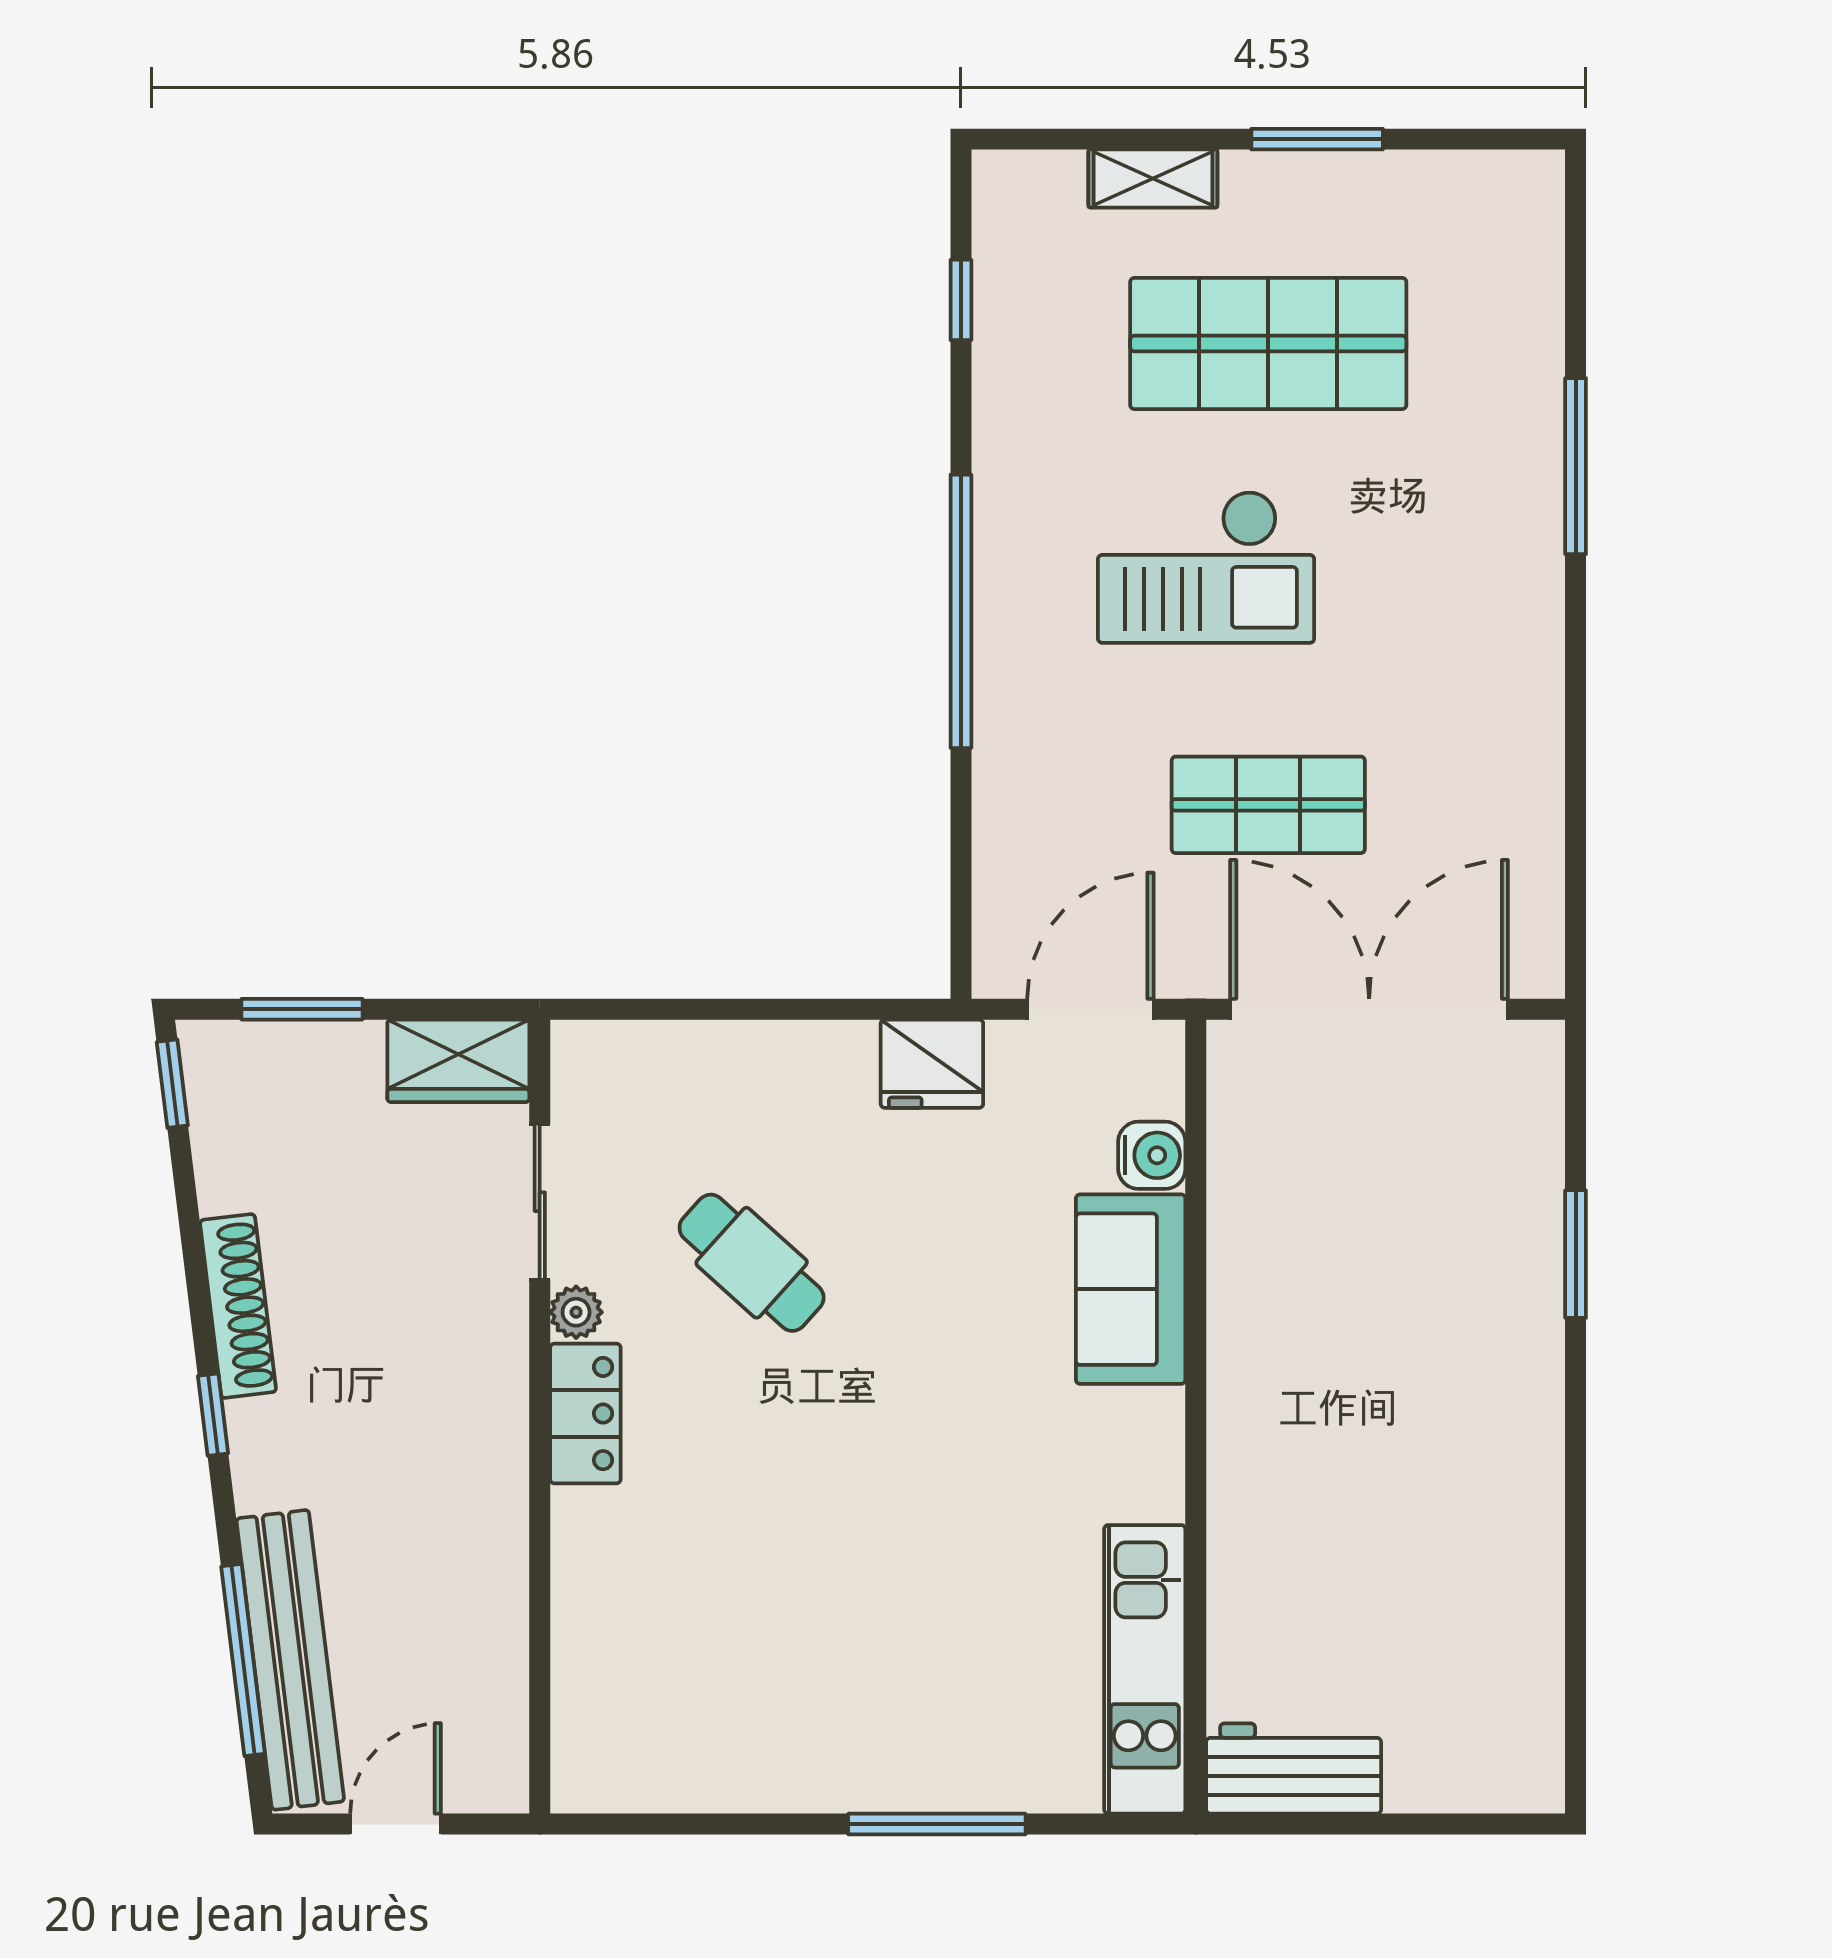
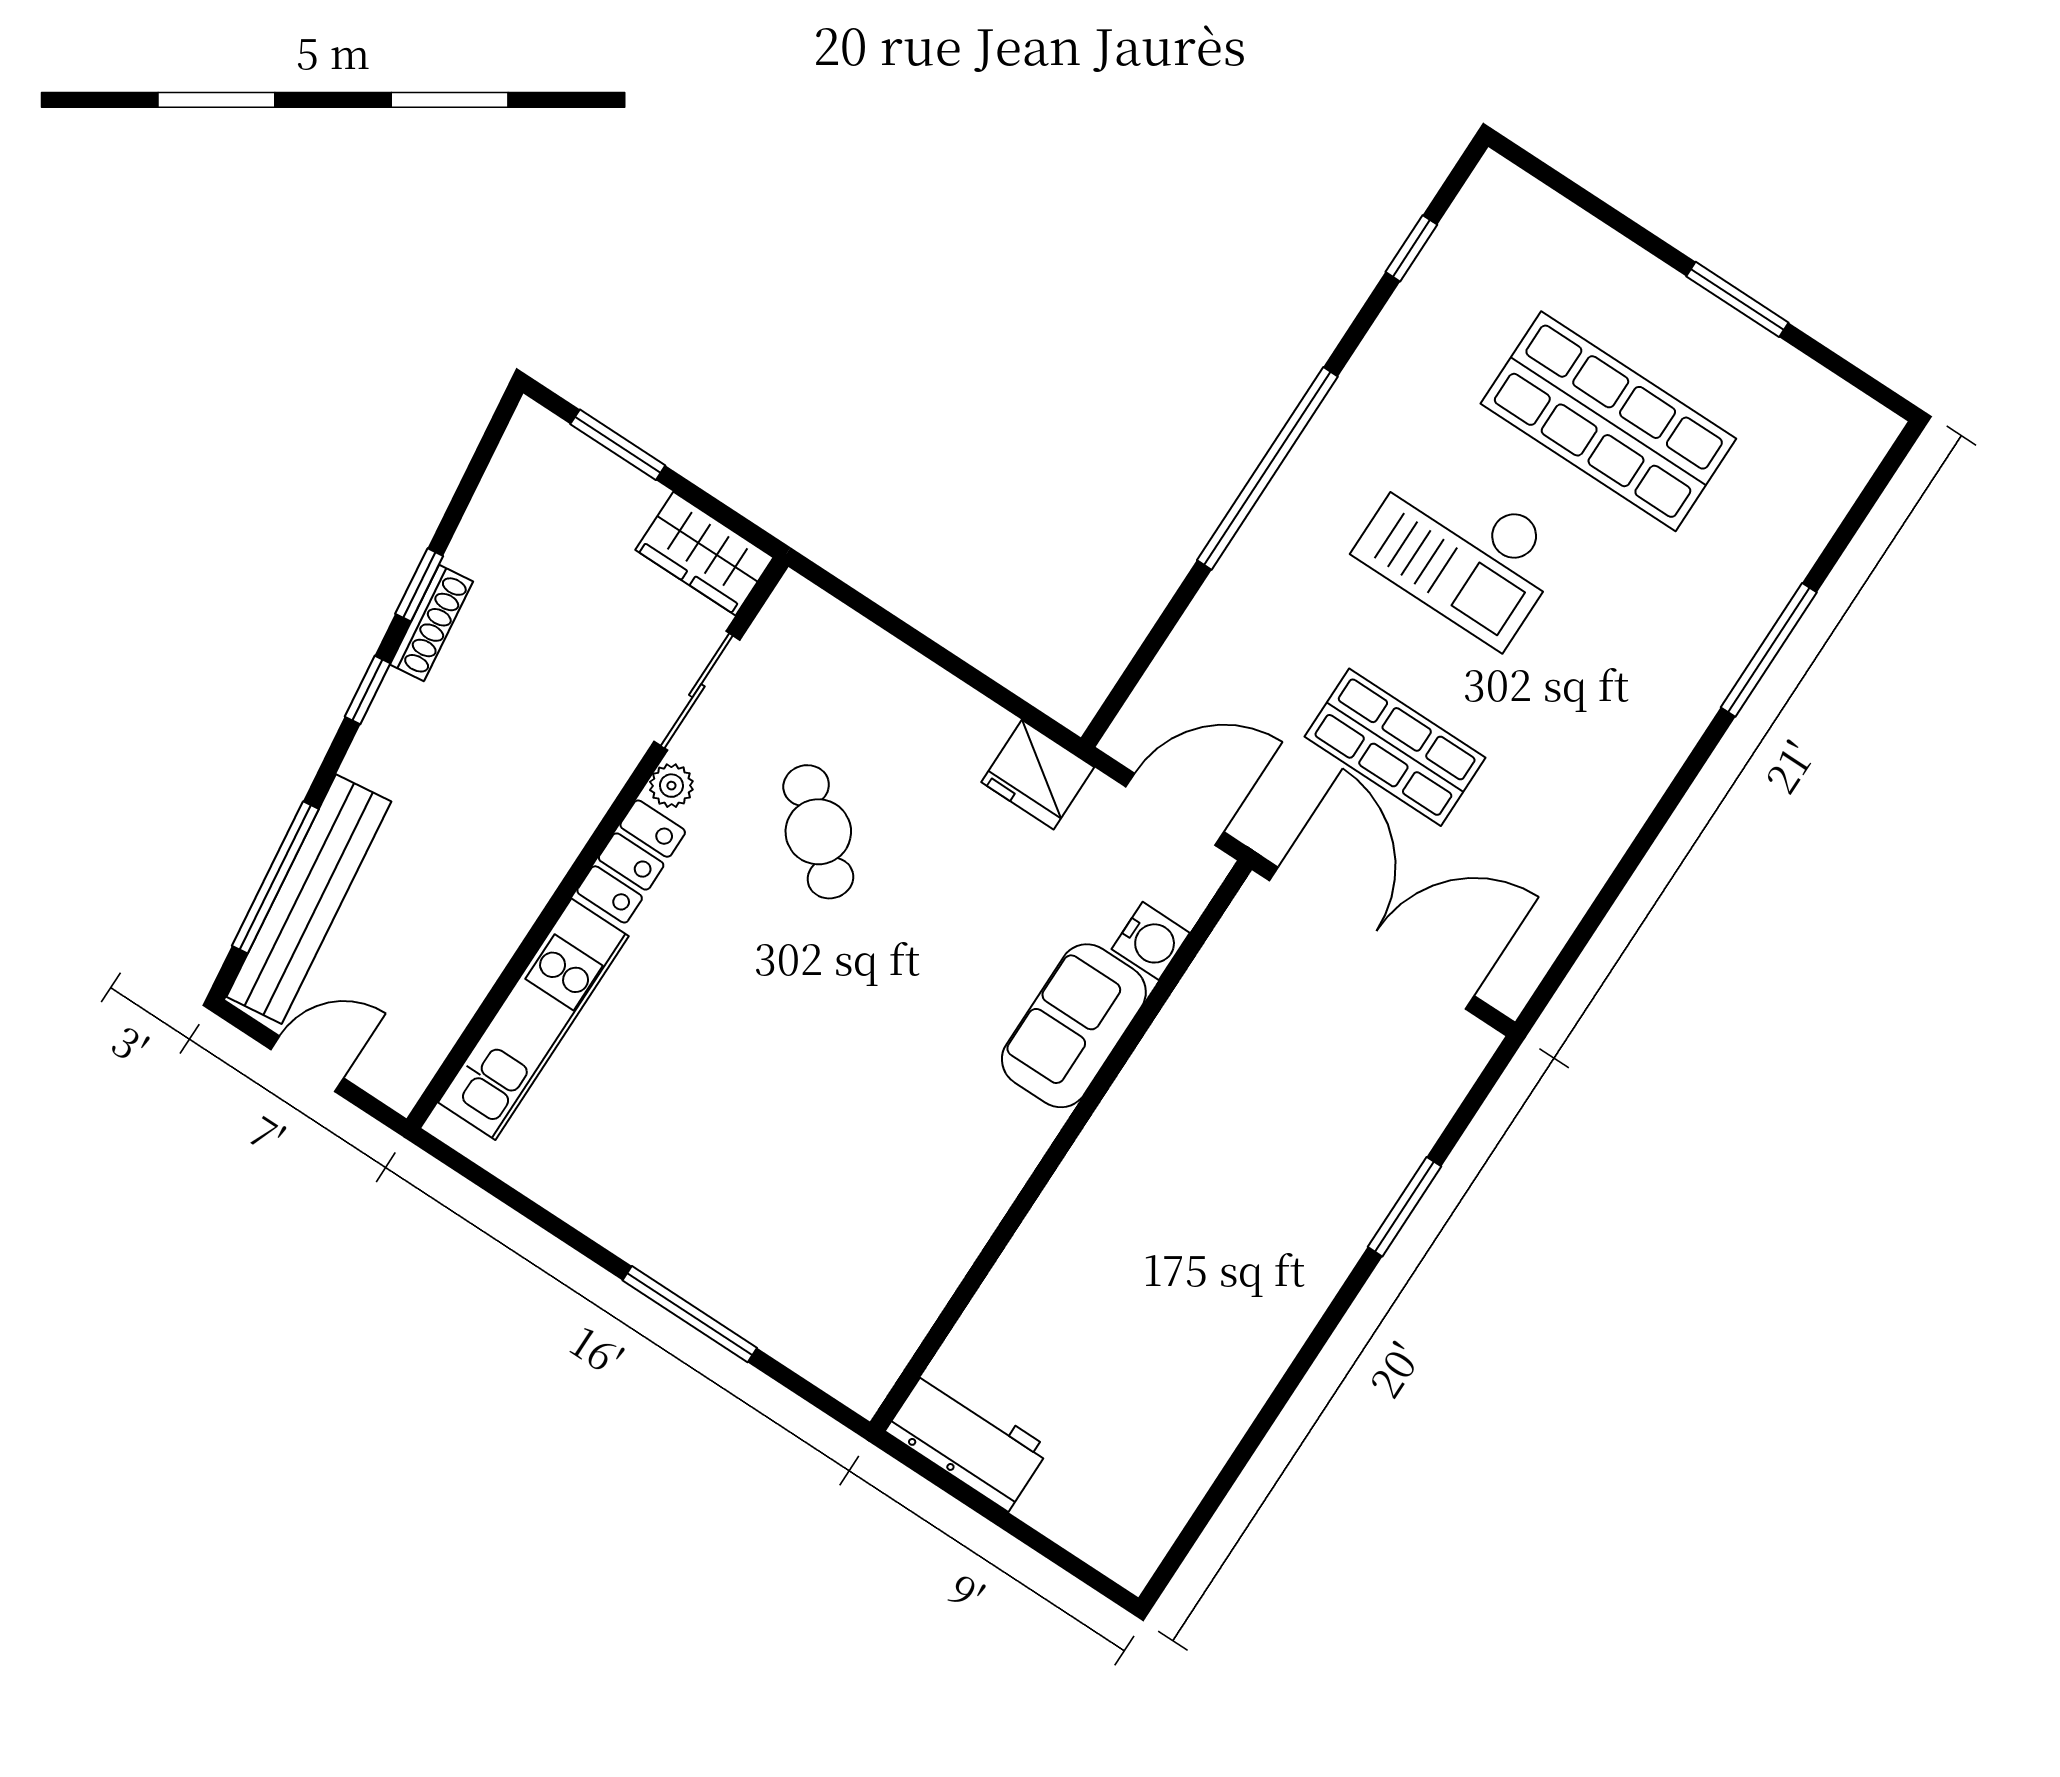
shelving: (1153, 179) -> (1603, 251), removed
window: (172, 1084) -> (419, 585), moved
shoe rack: (238, 1306) -> (431, 623), width x0.74, depth x0.81
kitchen unit: (1145, 1669) -> (533, 1019), moved, turned 180

